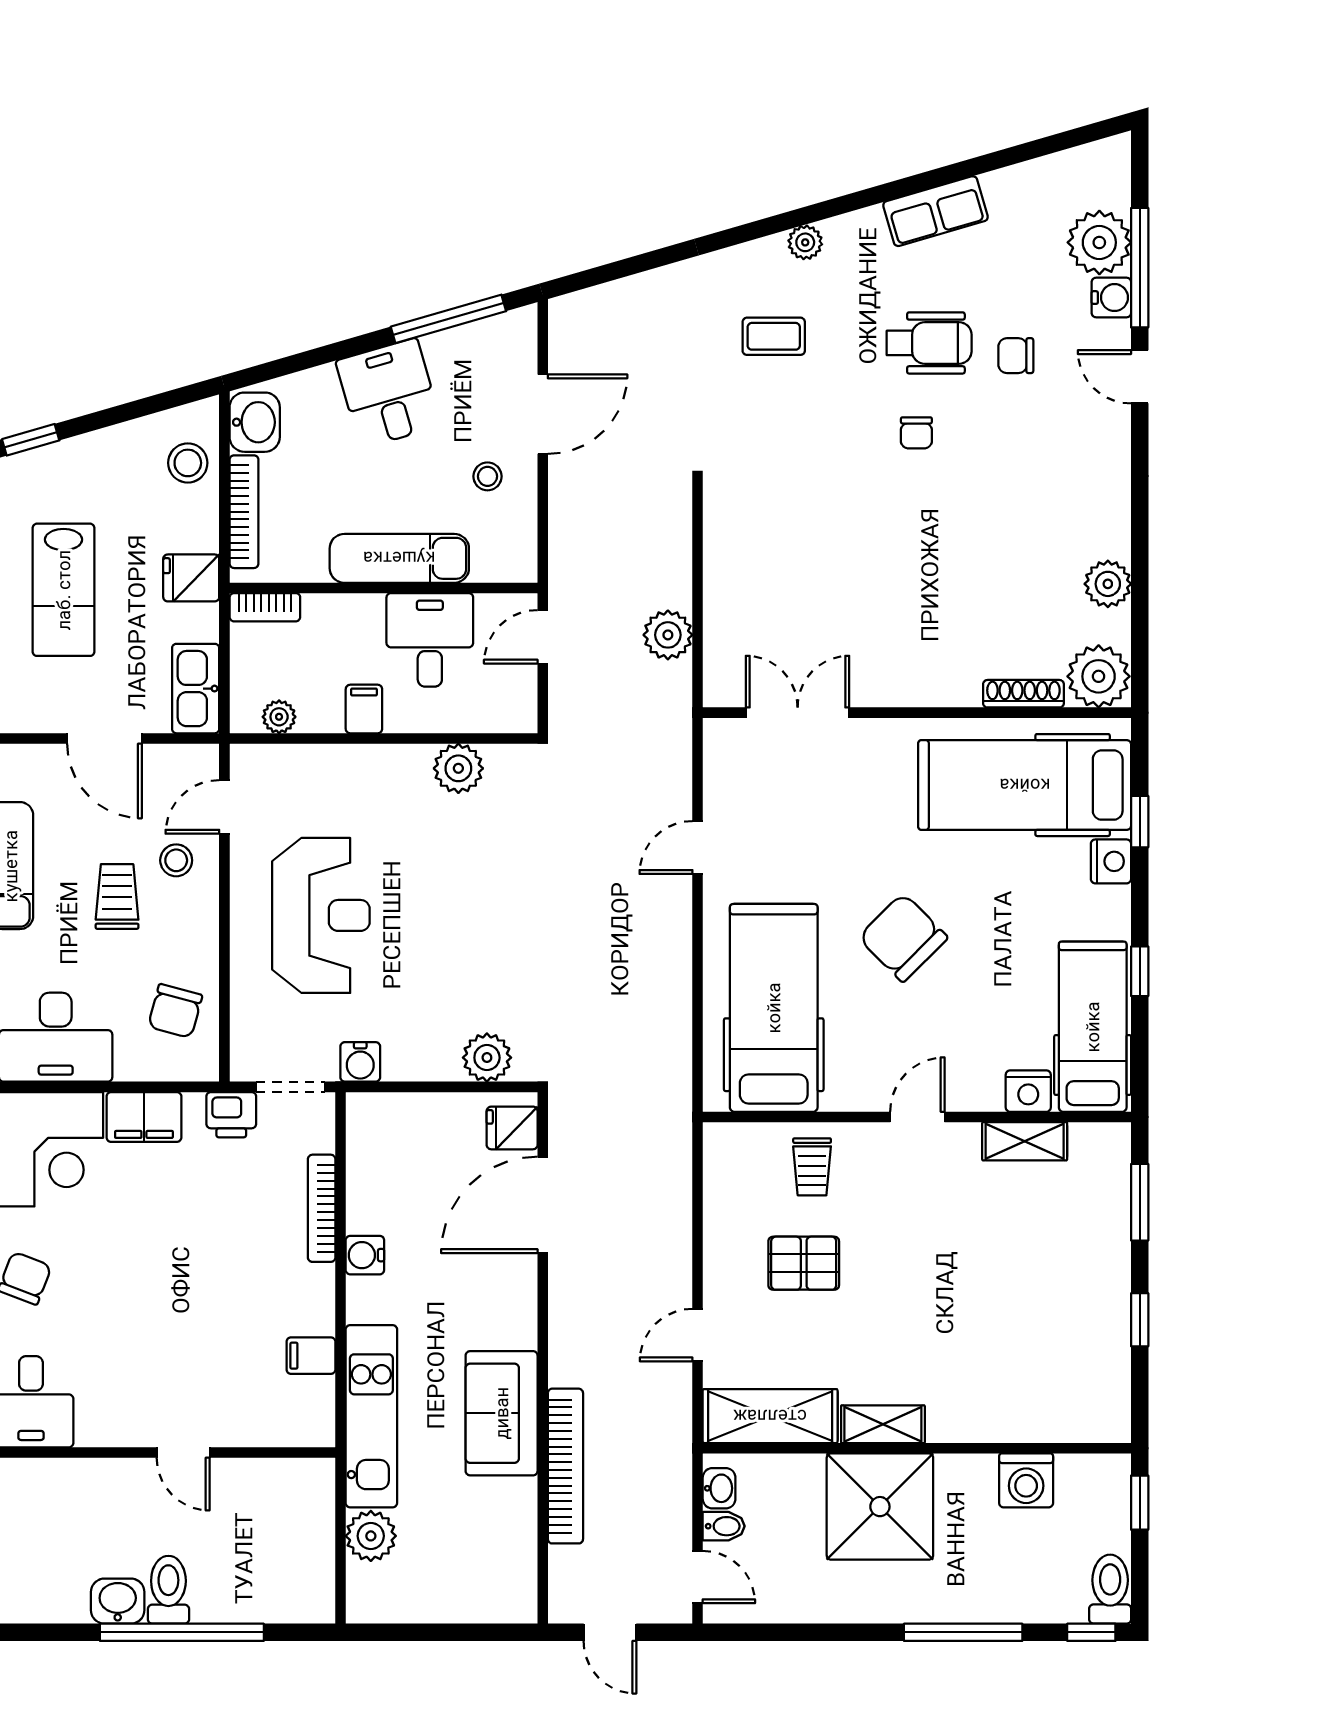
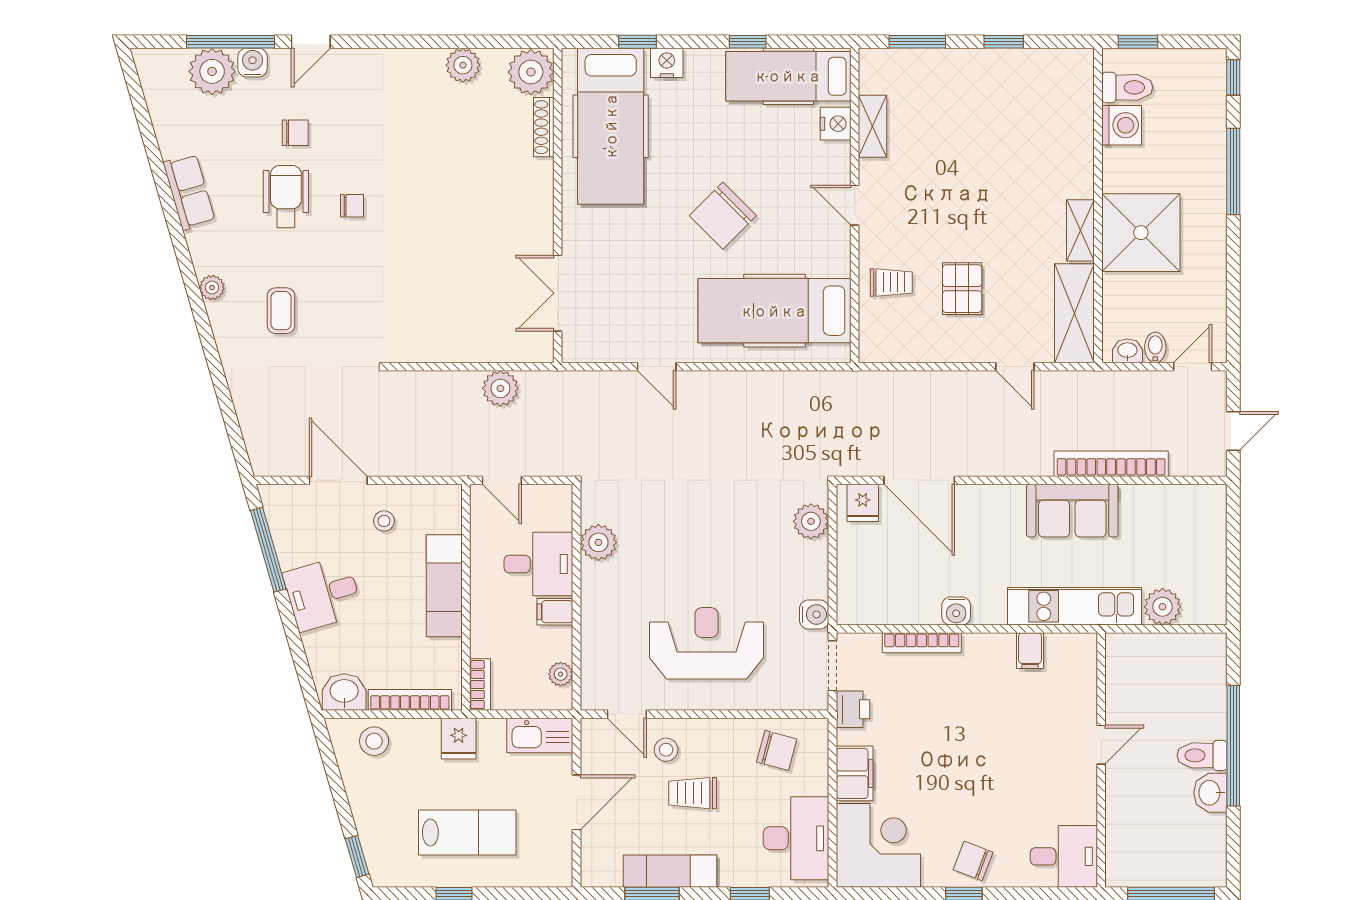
chair: (1016, 356) -> (295, 133), turned -90
desk: (430, 640) -> (538, 564), moved, turned 180
toilet: (1110, 1589) -> (1127, 87), moved, turned 180

